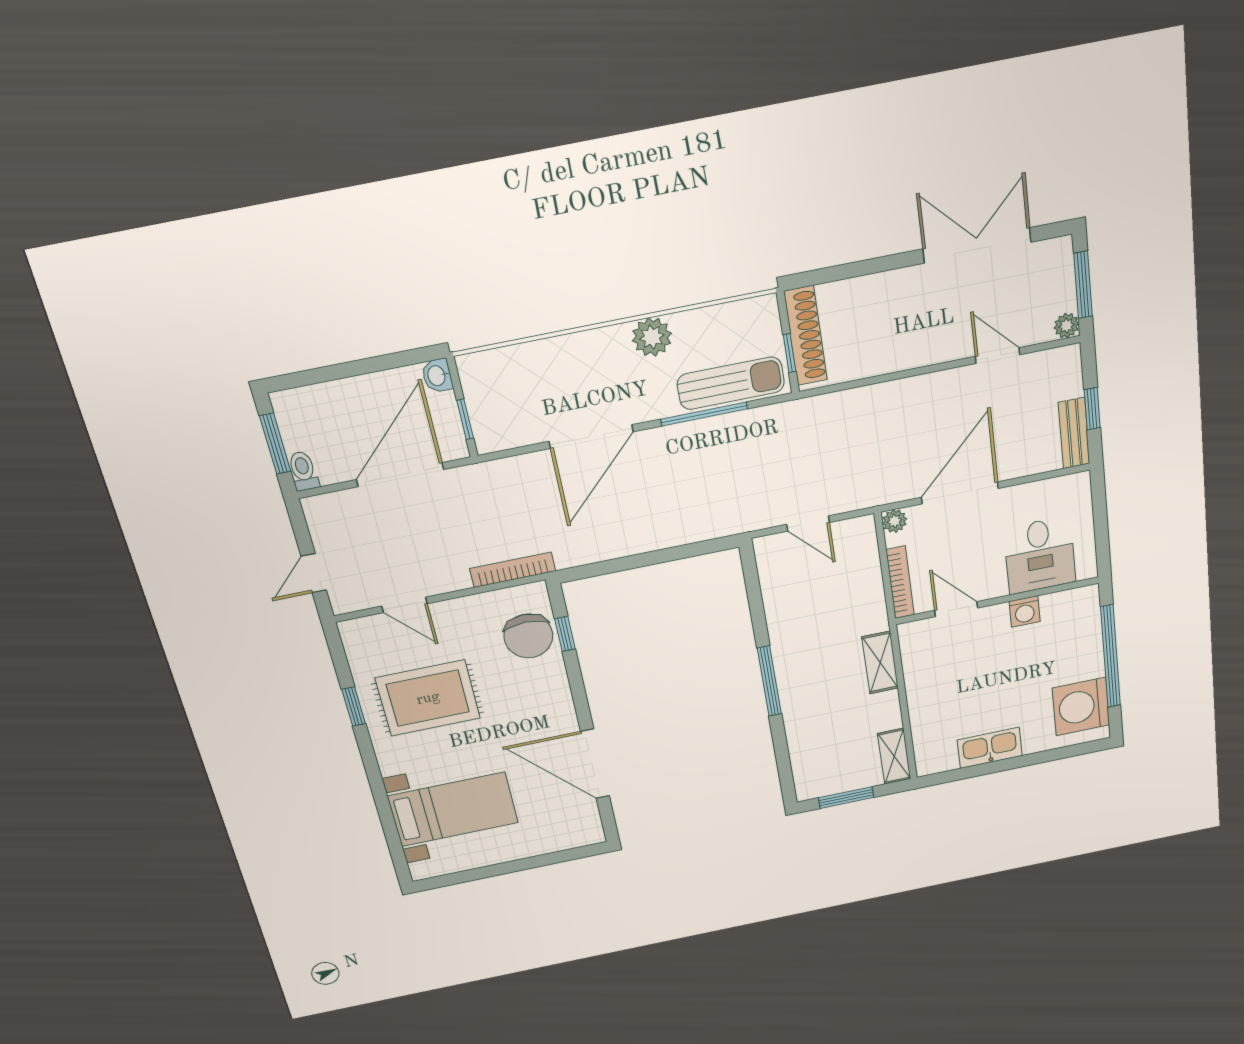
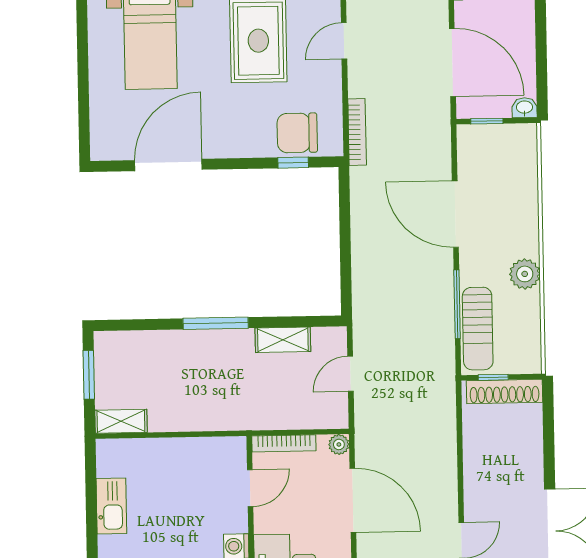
shelving: (880, 663) -> (283, 340), moved

